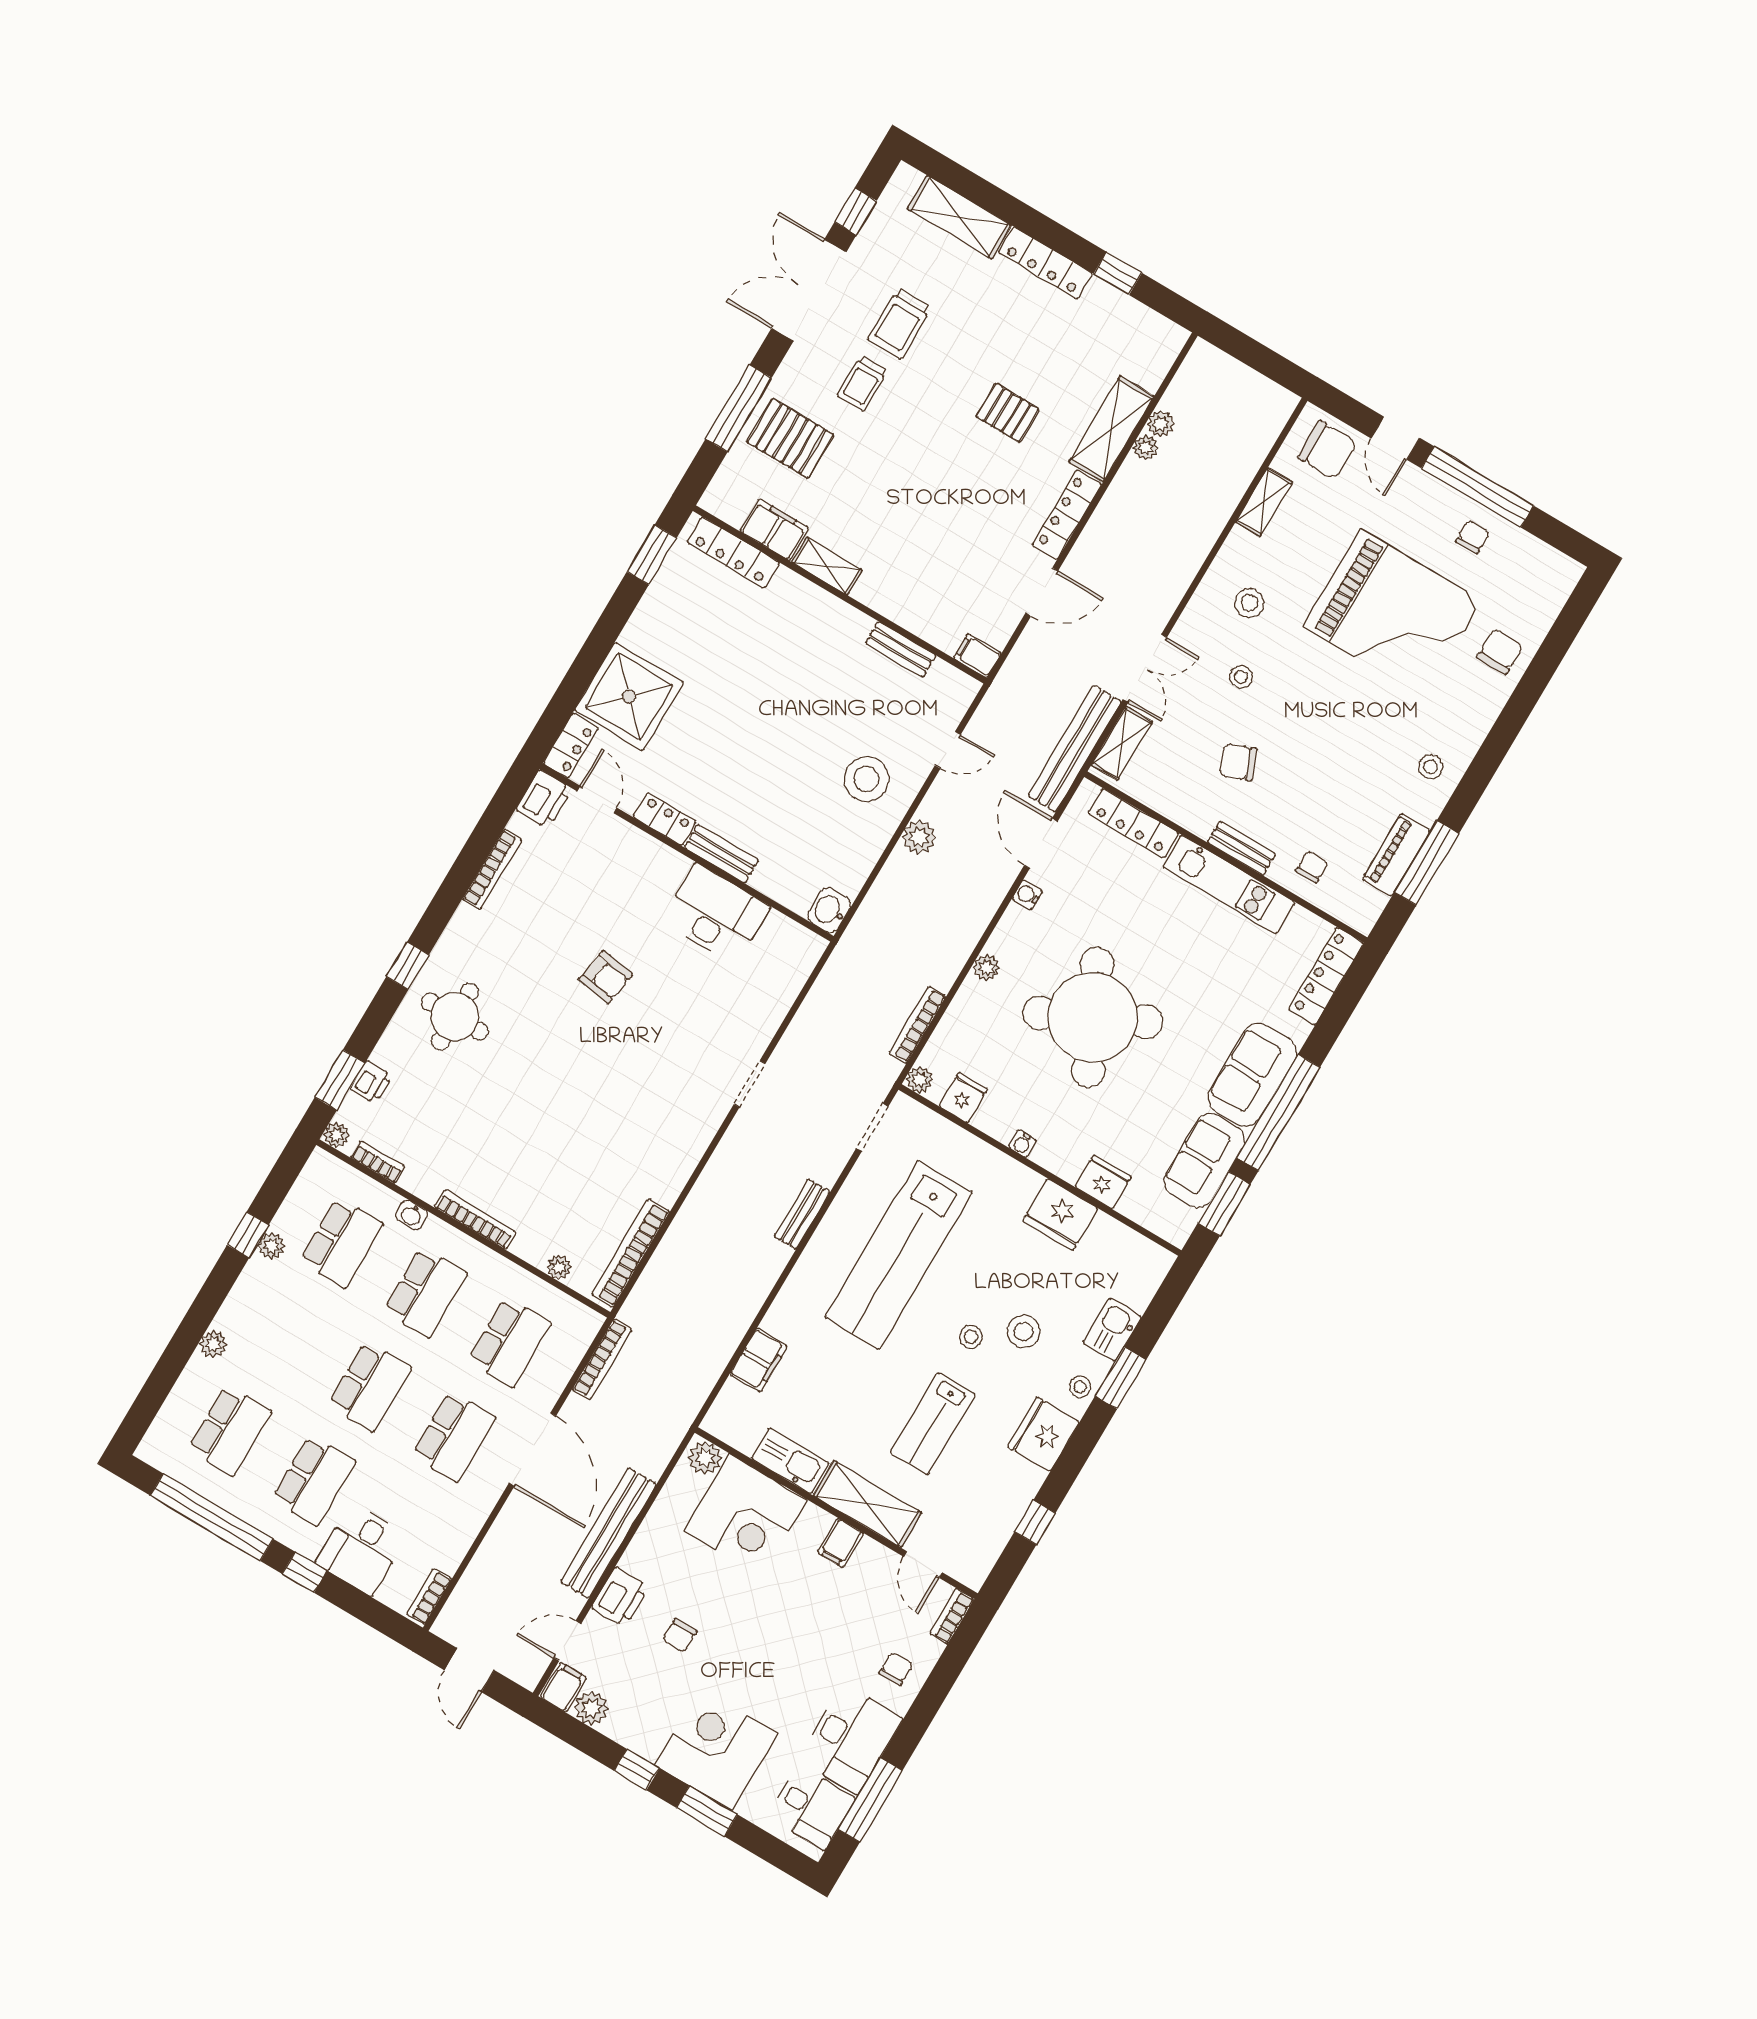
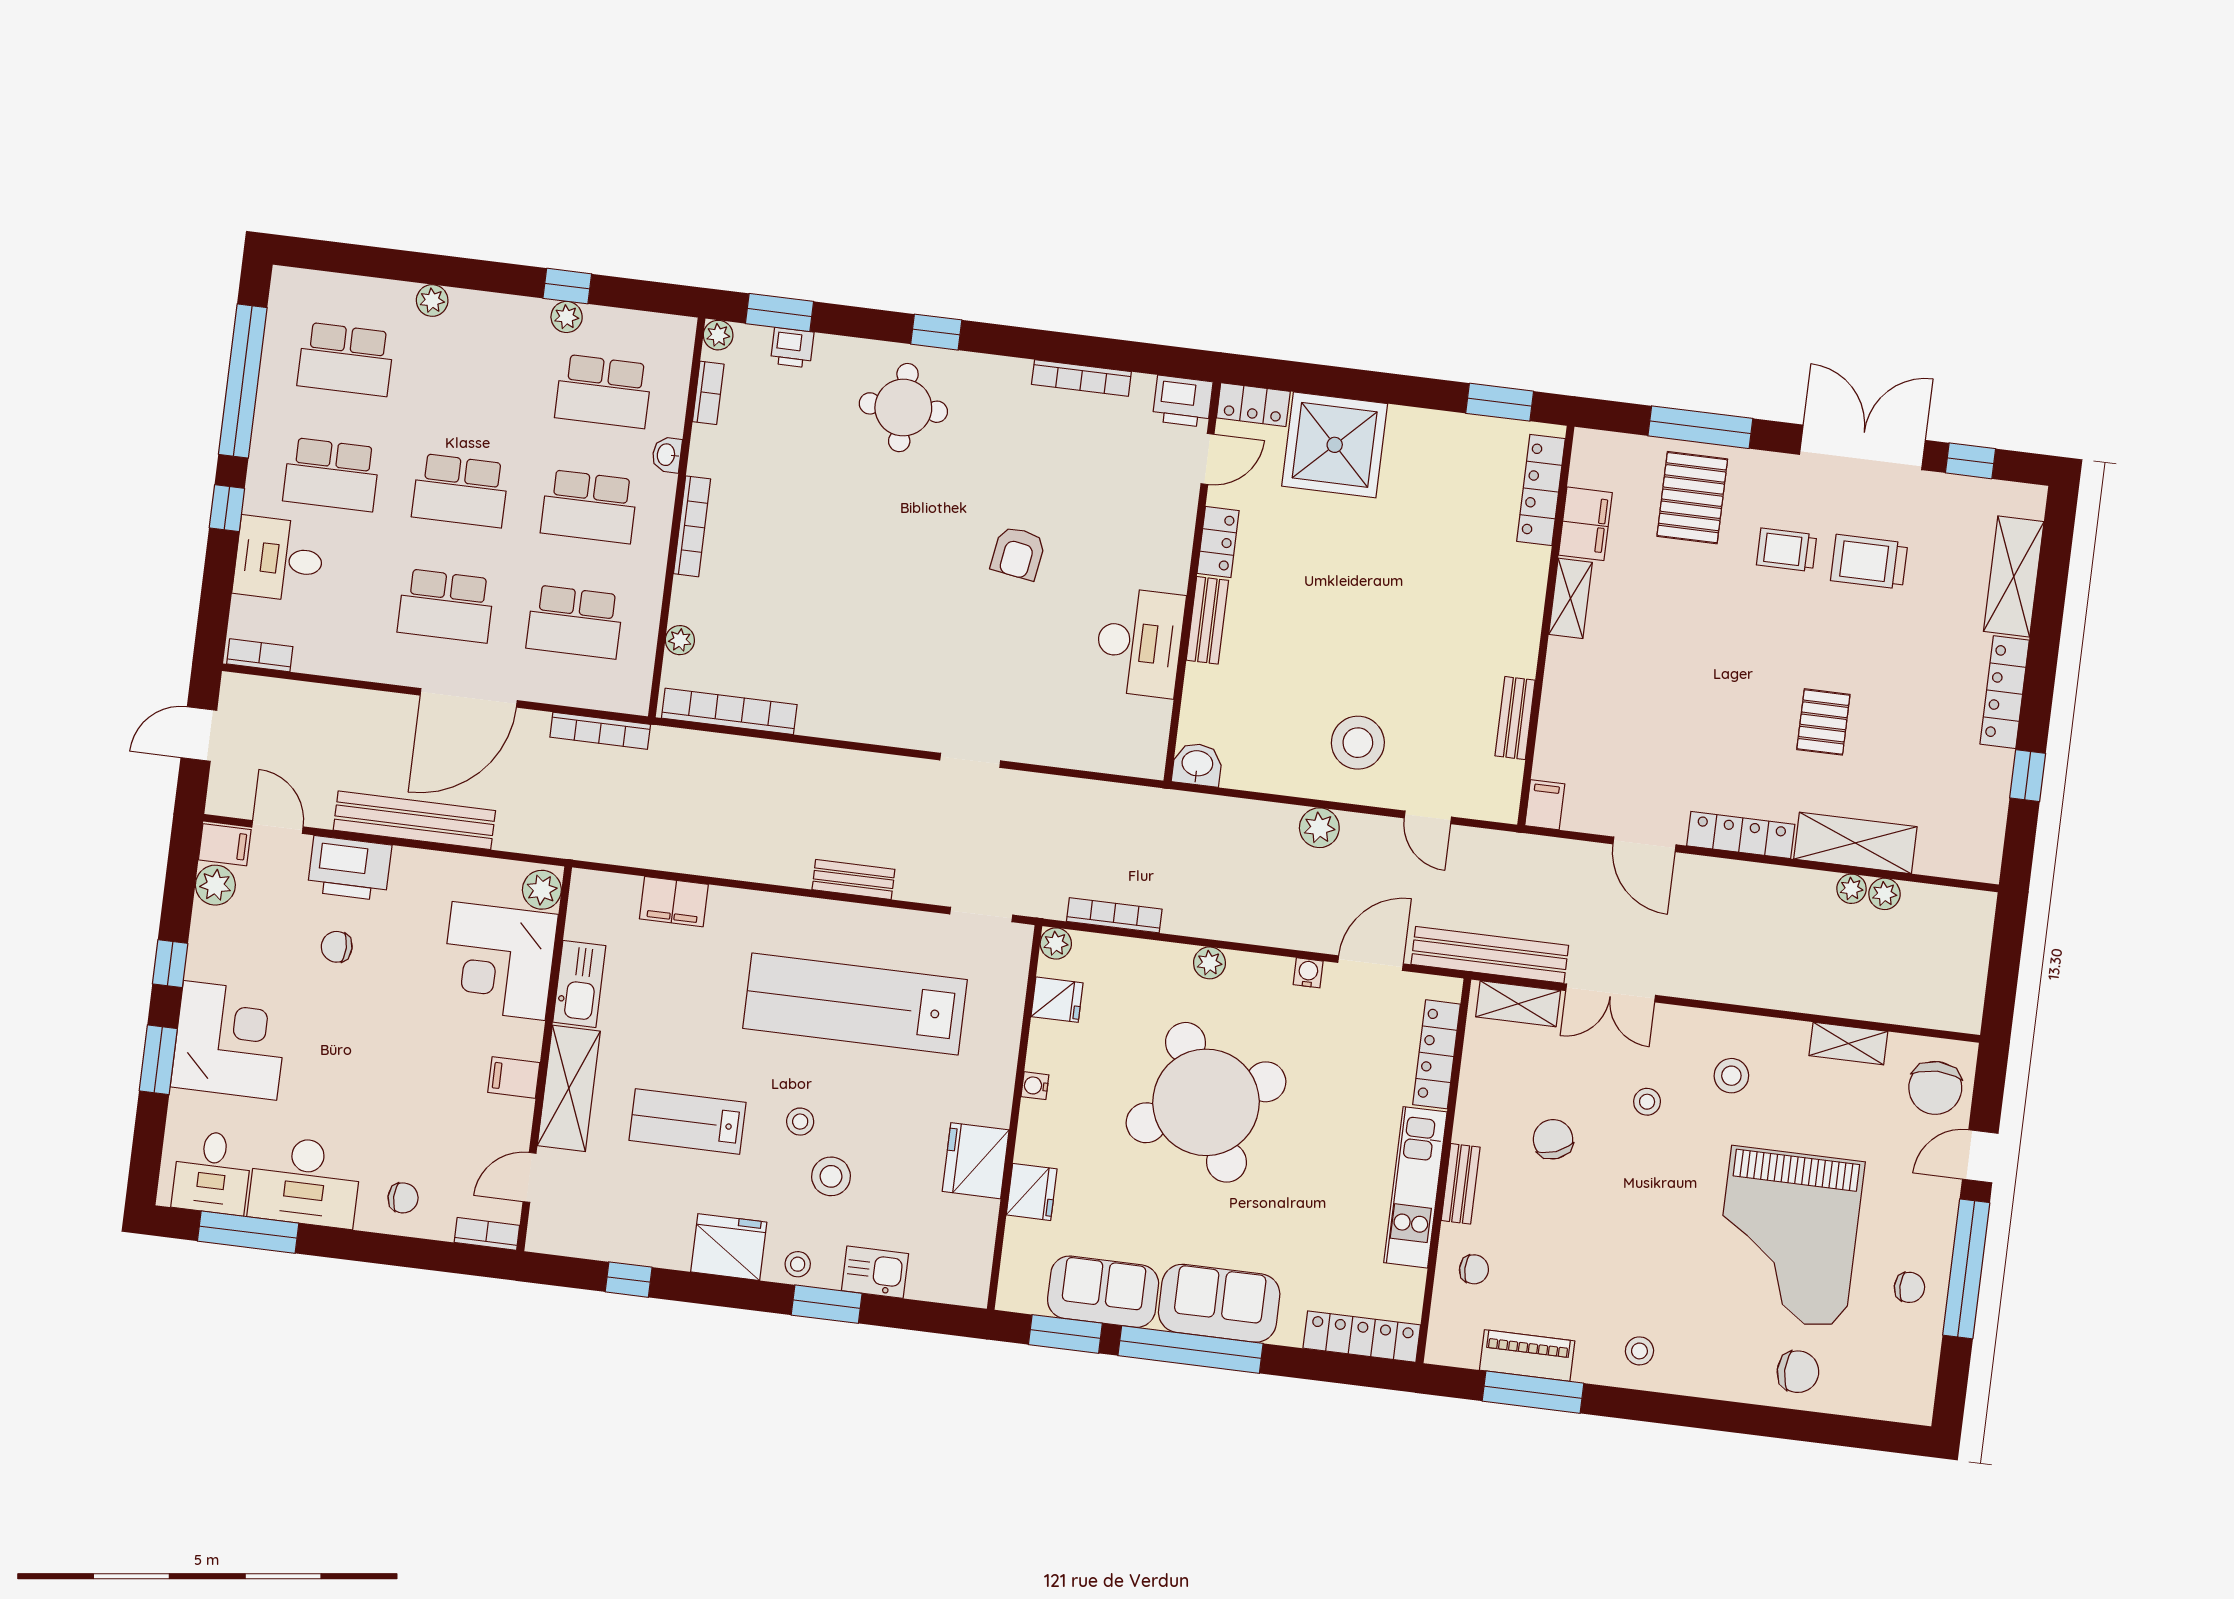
printer: (620, 1597) -> (349, 868), width x1.37, depth x1.19

